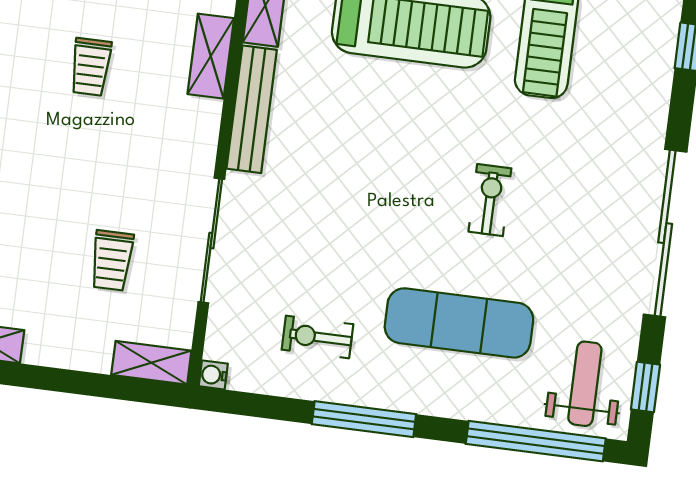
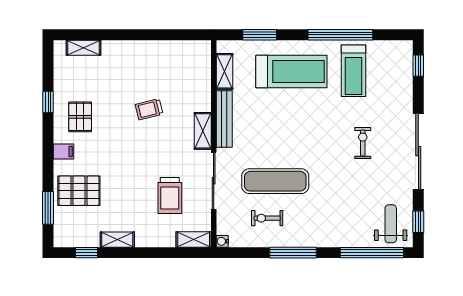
shelving: (211, 56) -> (203, 131), moved
trolley: (91, 67) -> (149, 109), turned 76
exercise bike: (490, 200) -> (363, 143), moved
trolley: (112, 260) -> (170, 195), width x1.36, depth x1.39
exercise mat: (459, 323) -> (275, 181), moved

